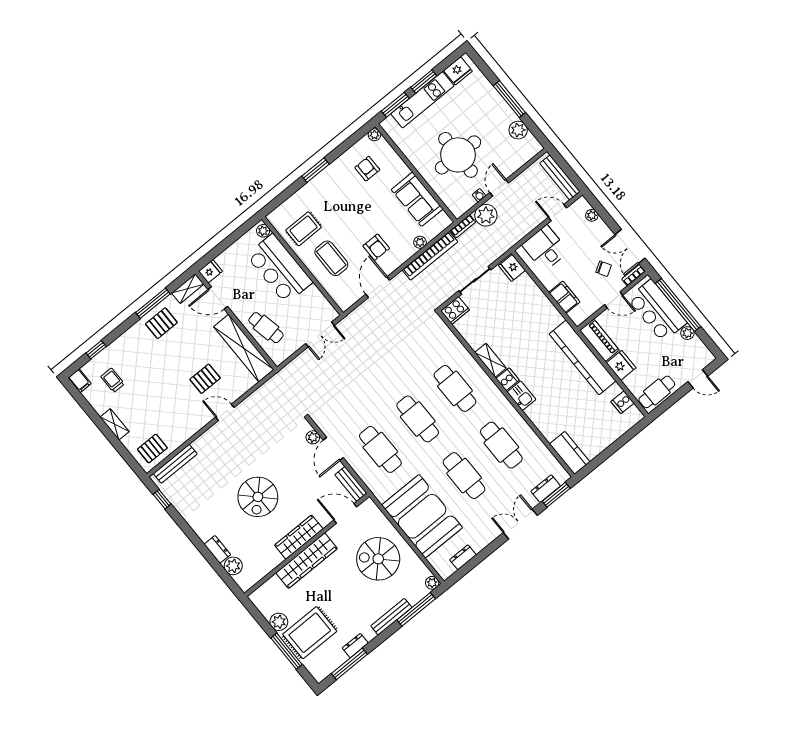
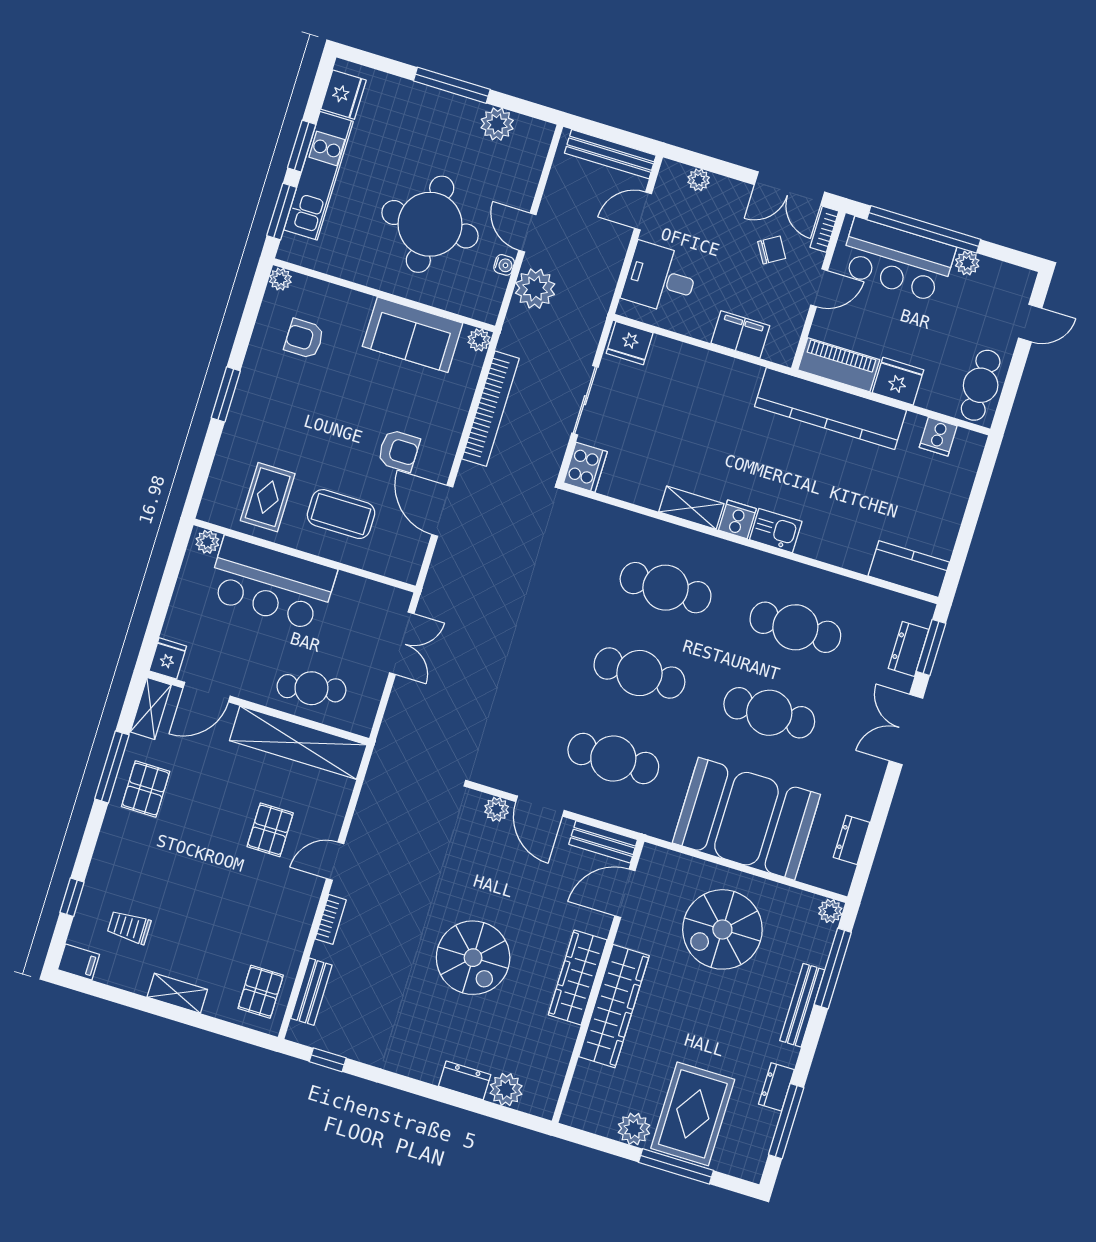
bookcase: (463, 226) -> (331, 919), moved
plant: (420, 242) -> (479, 340), moved
bench: (175, 464) -> (311, 992), width x0.73

